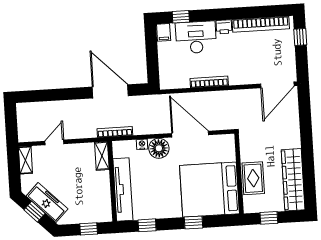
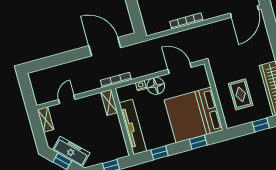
door: (190, 134) -> (180, 68), width x0.73
wall: (239, 174) -> (216, 96), moved
bed: (209, 190) -> (194, 115), moved

